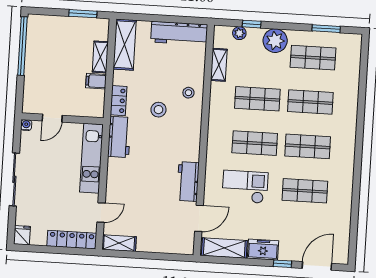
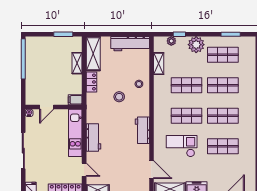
filing cabinet: (96, 81) -> (75, 100), moved
locker: (119, 101) -> (91, 82), moved
workbench: (119, 137) -> (93, 138), moved
workbench: (188, 182) -> (142, 130), moved
door: (101, 213) -> (84, 170), hinge flipped
door: (199, 218) -> (151, 170), hinge flipped

